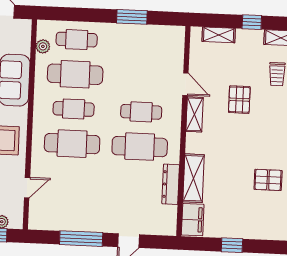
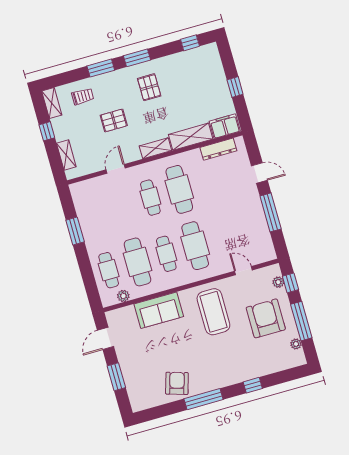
shelving: (195, 114) -> (155, 148), moved
pallet: (268, 180) -> (149, 87), moved
dresser: (171, 184) -> (218, 149), moved

